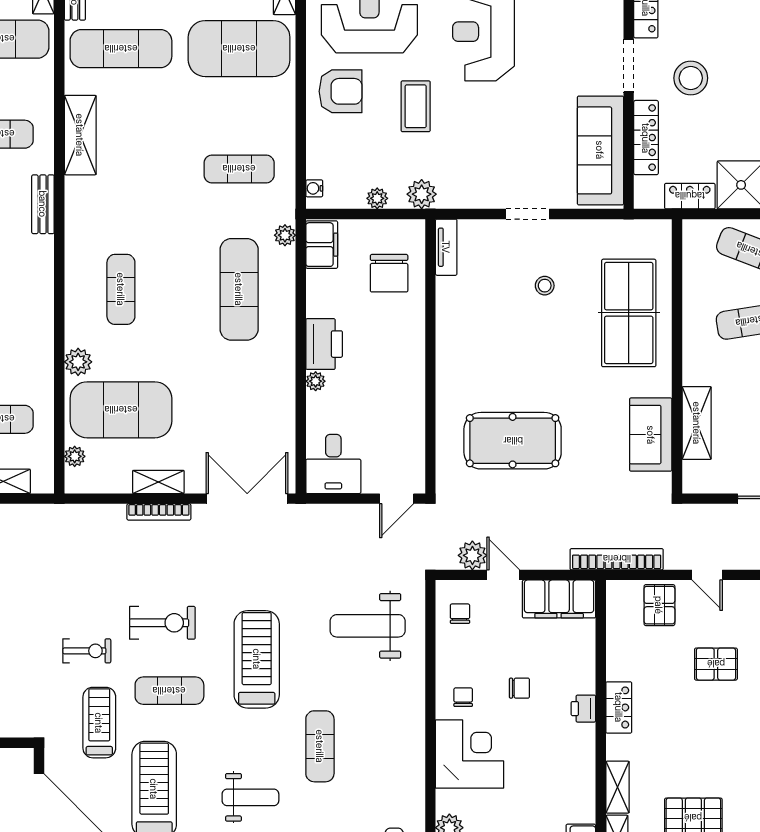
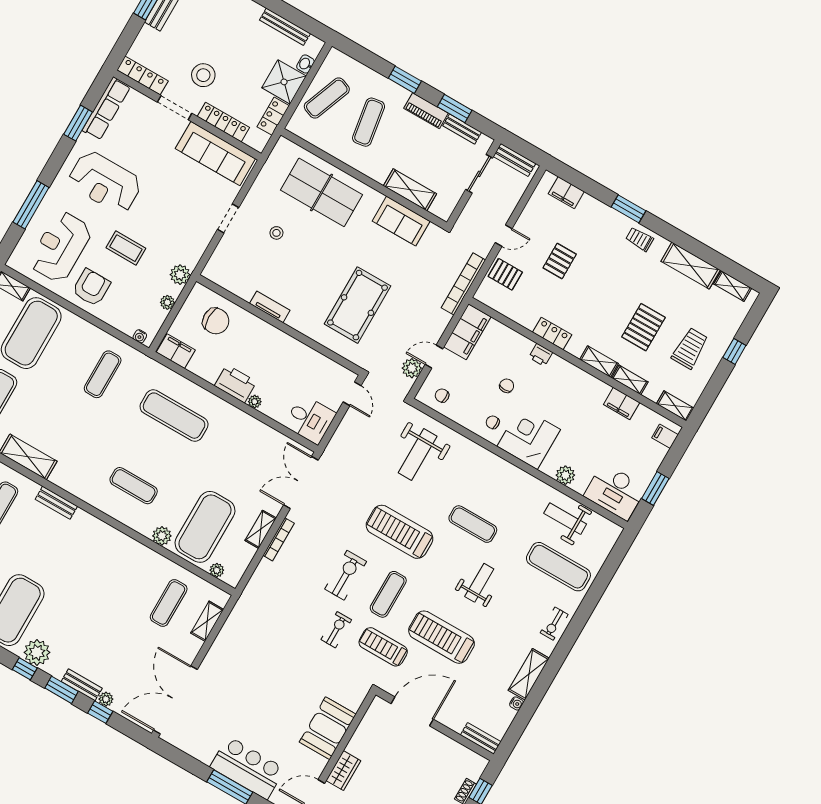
plant: (285, 235) -> (158, 370), removed
tv unit: (446, 247) -> (270, 307), moved

